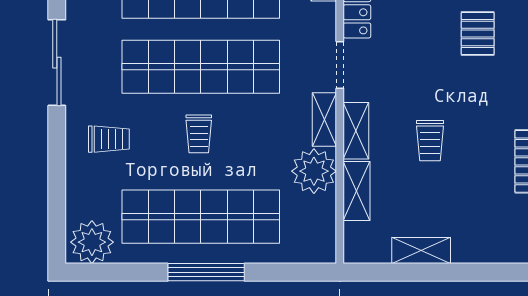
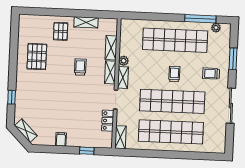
pallet: (478, 33) -> (61, 31), moved
plant: (314, 171) -> (124, 61), width x0.53, depth x0.53
window: (57, 178) -> (233, 59), added
plant: (92, 242) -> (216, 28), width x0.53, depth x0.53
window: (206, 272) -> (200, 19), moved

